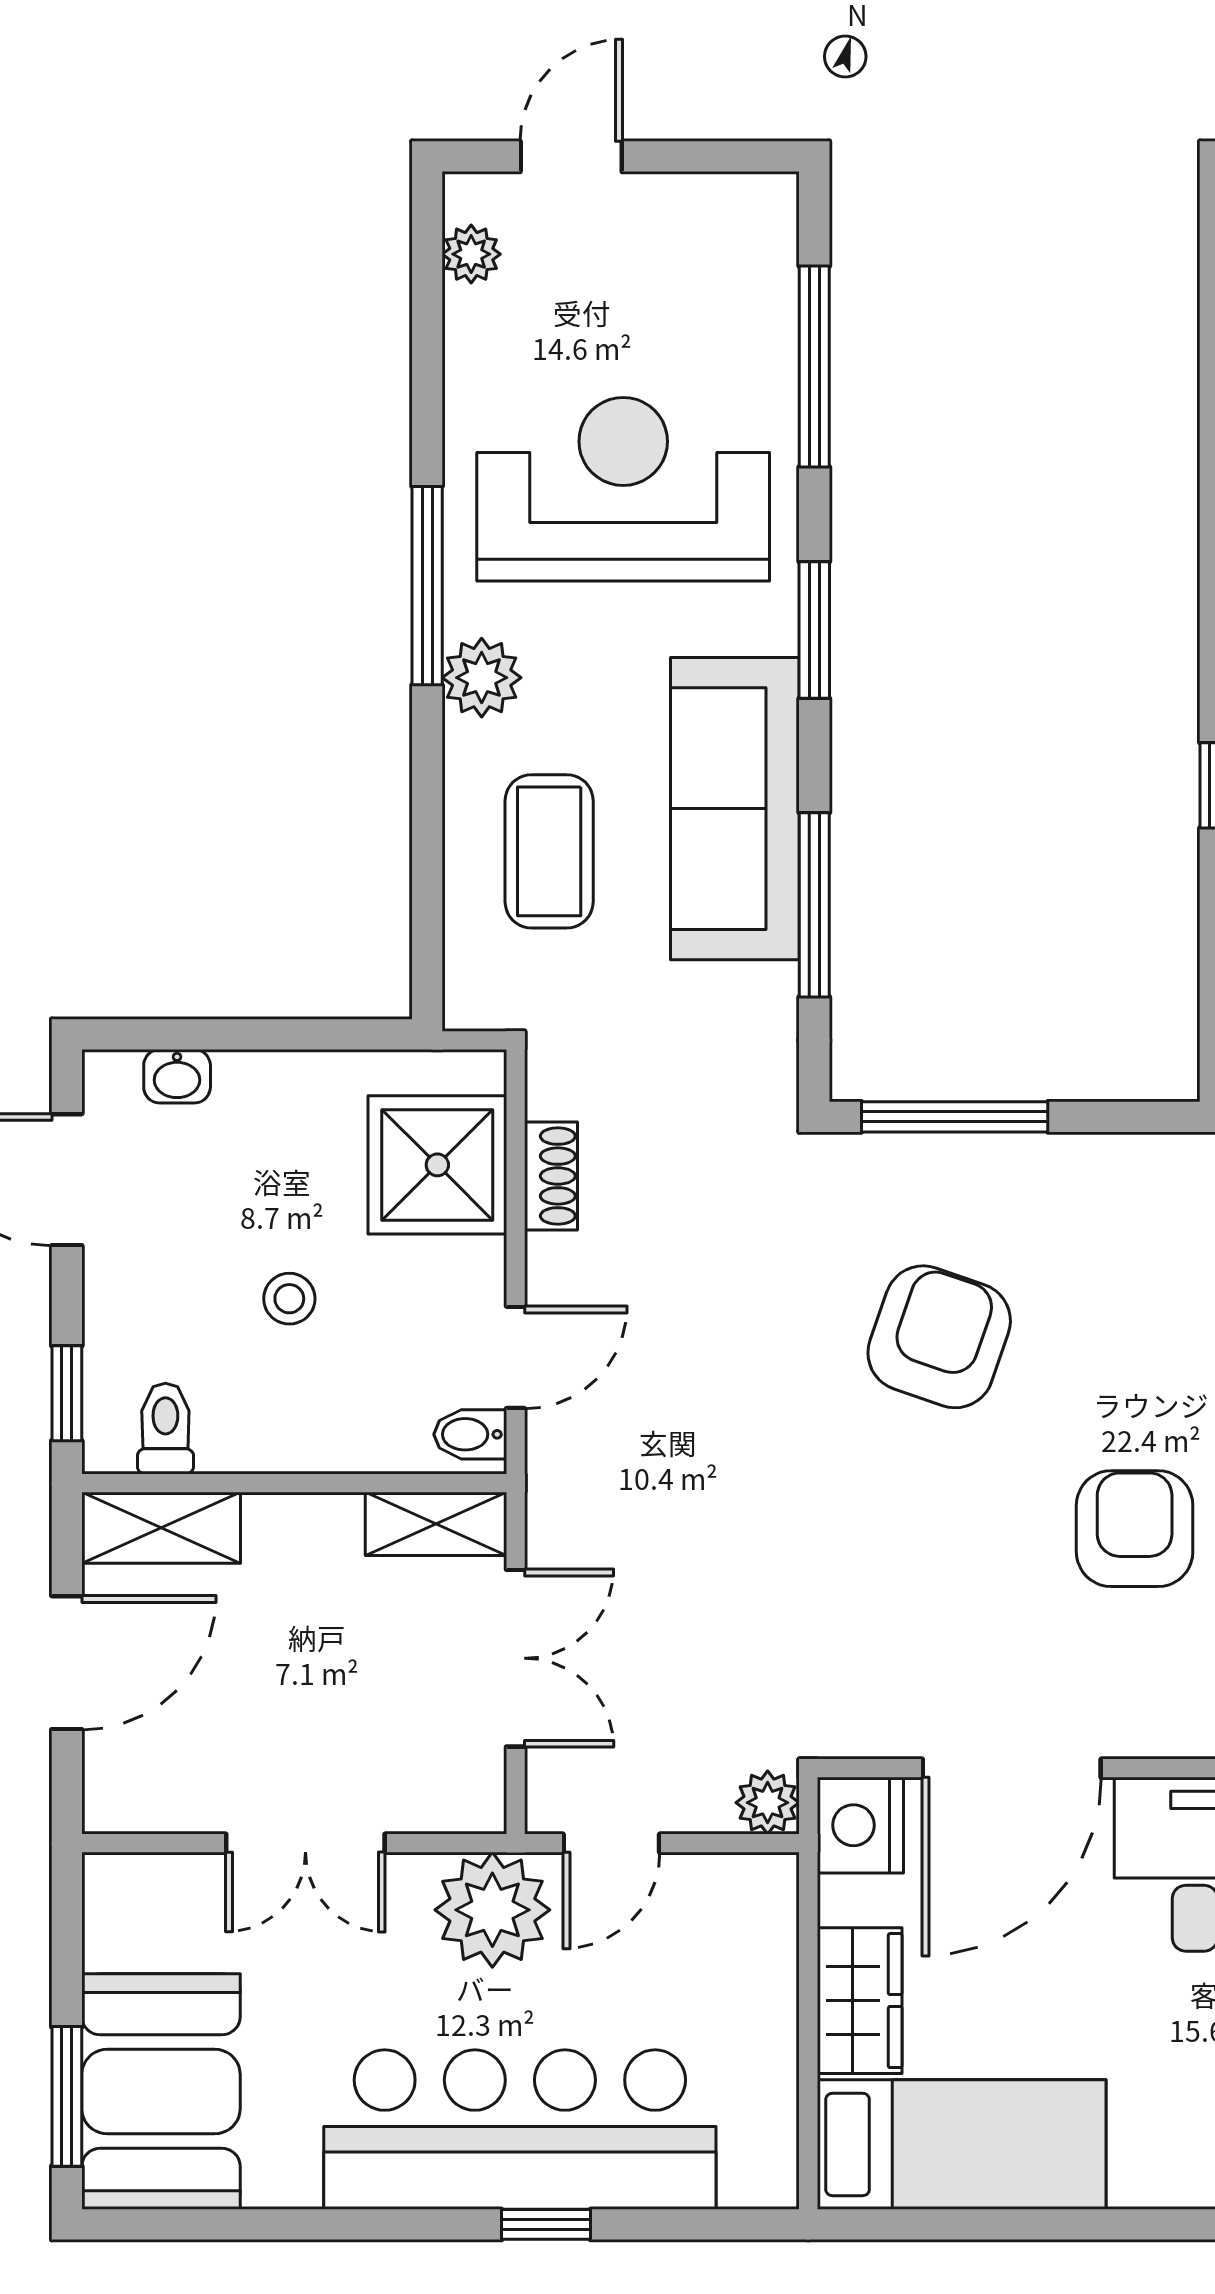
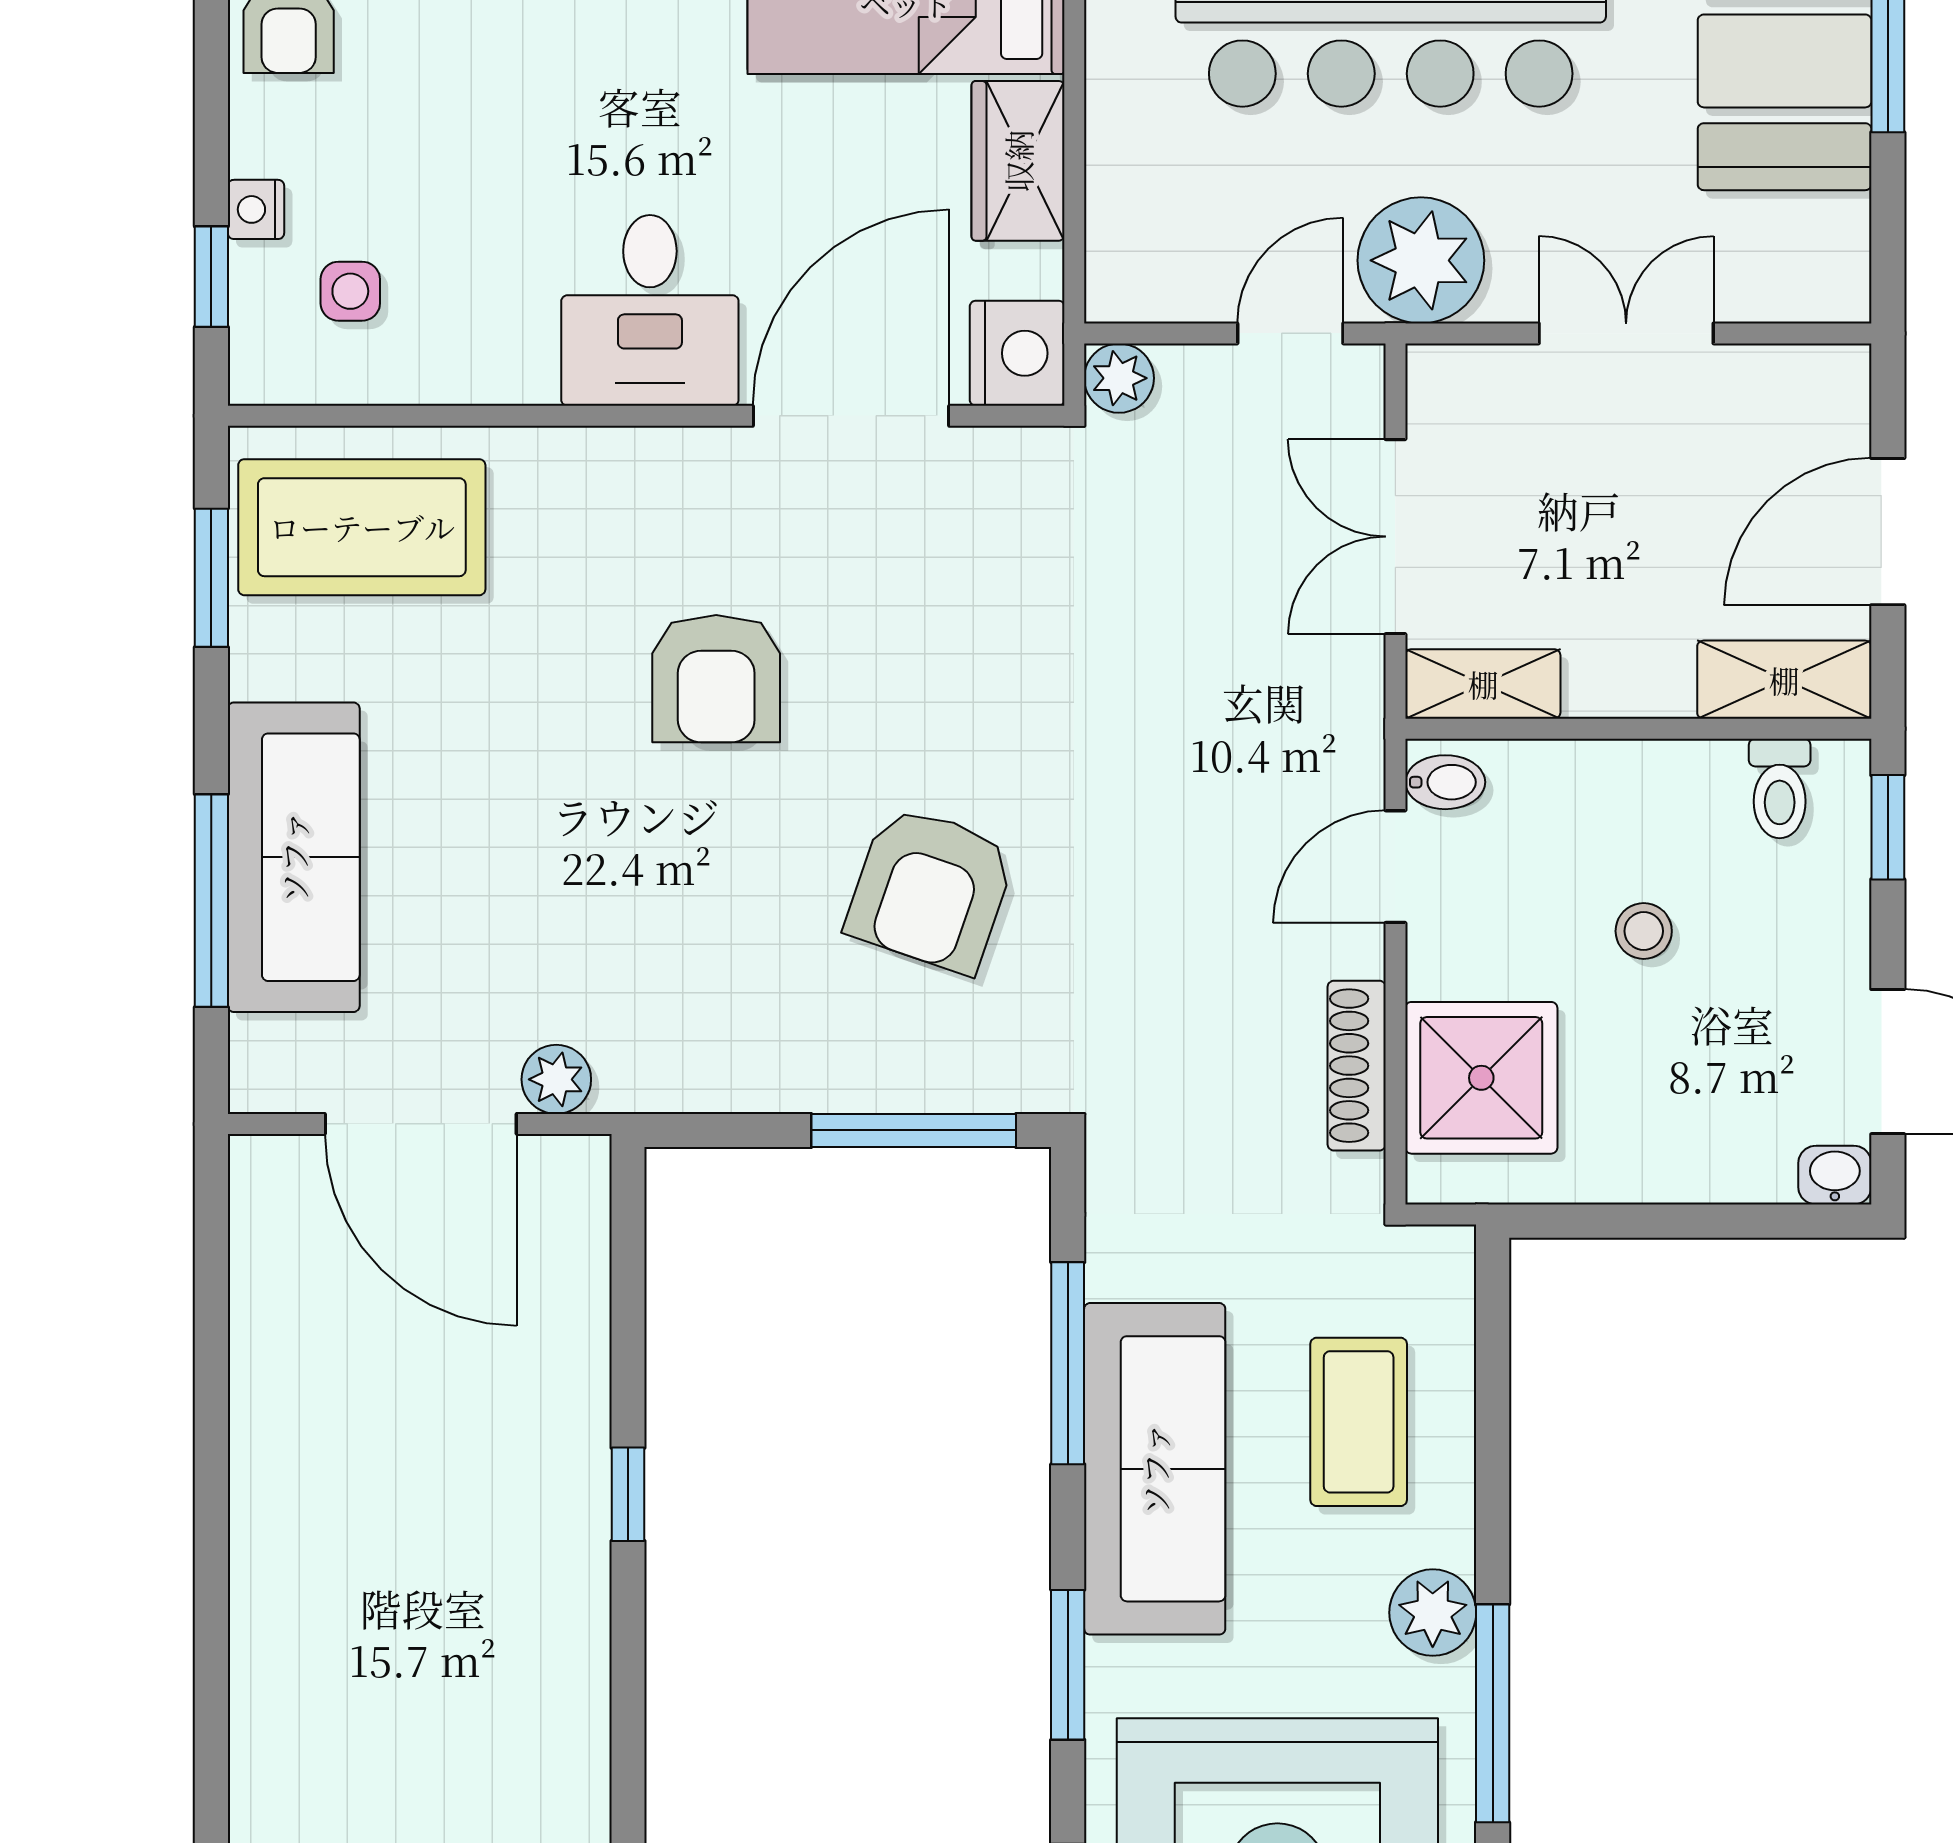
washbasin: (177, 1076) -> (1835, 1175), moved
shoe rack: (551, 1176) -> (1357, 1066), width x1.43

